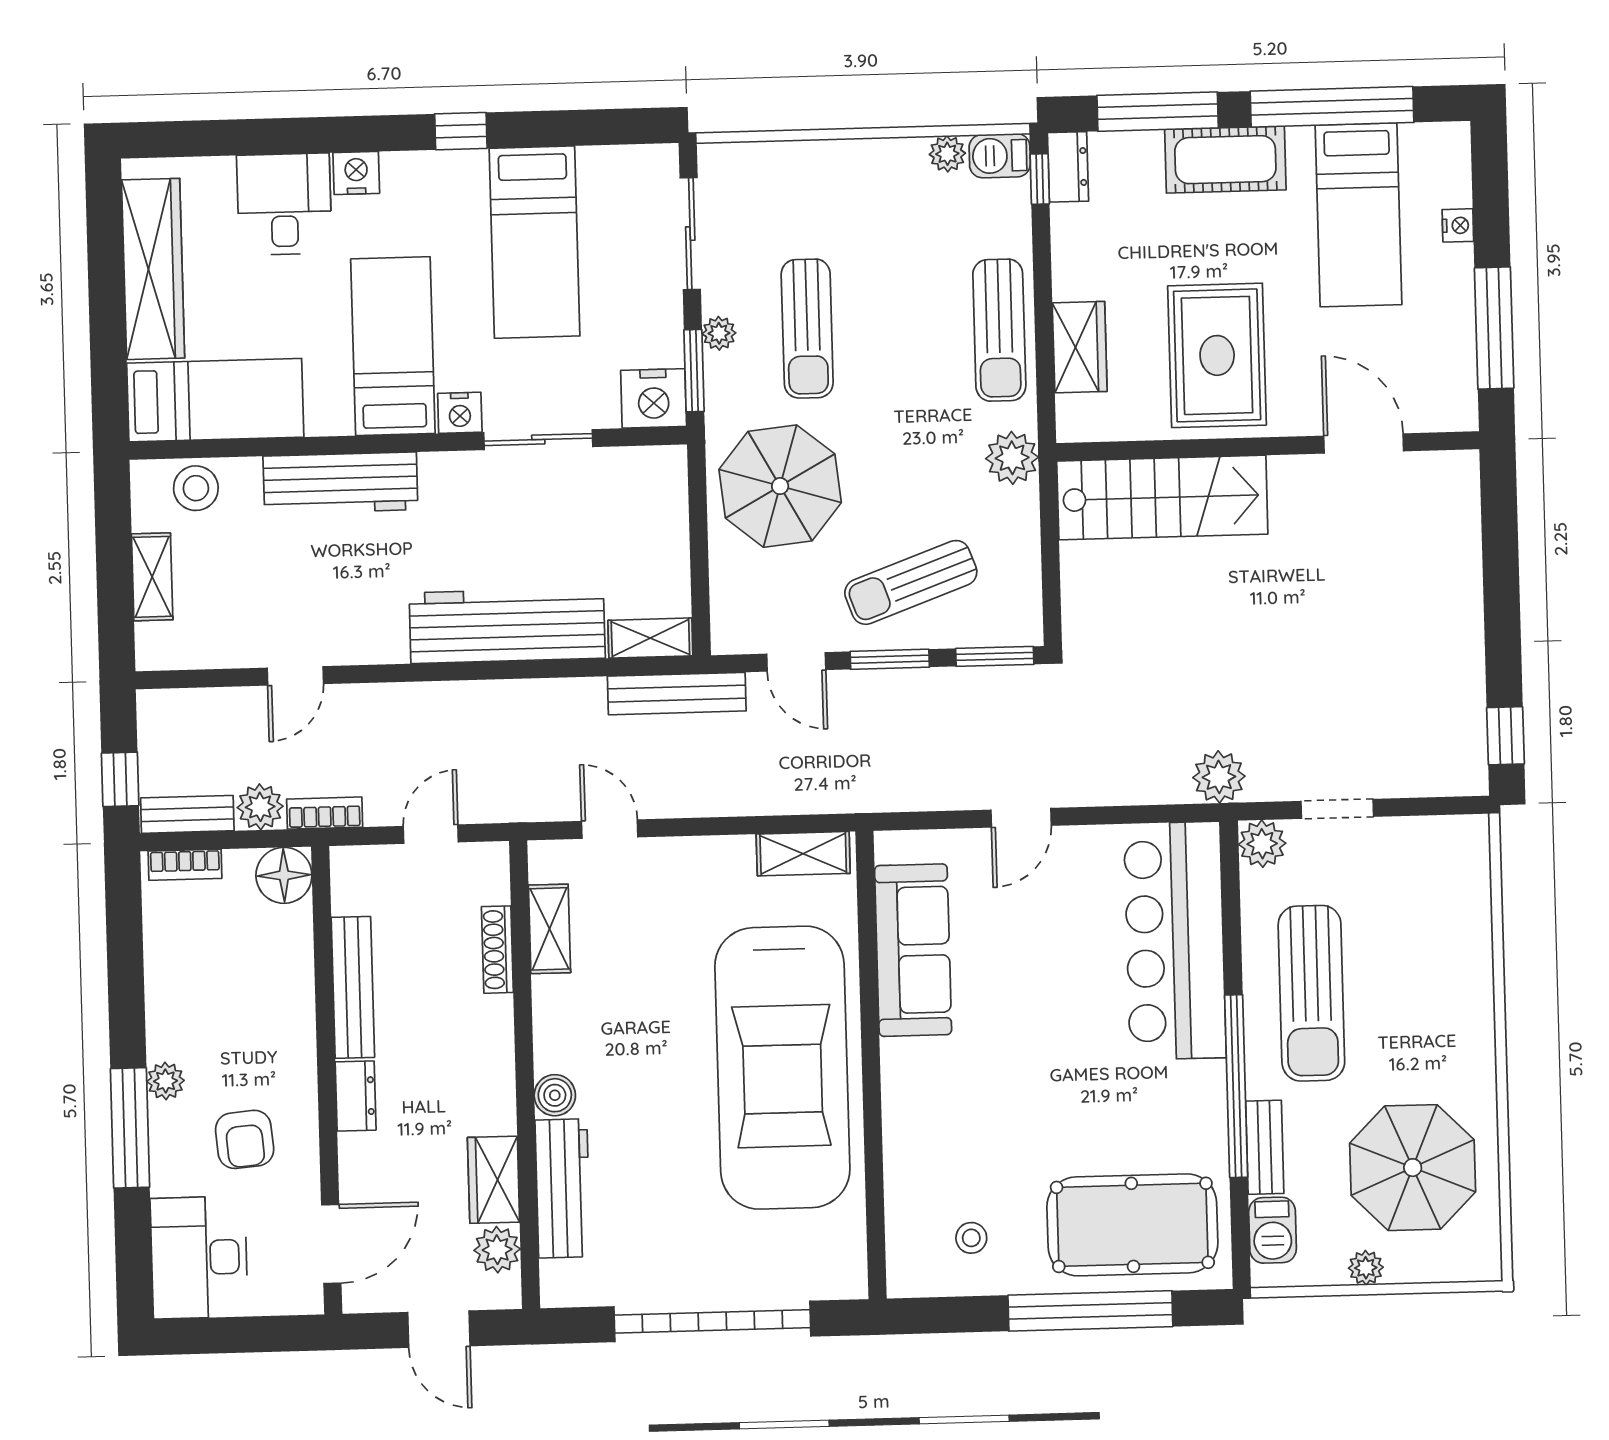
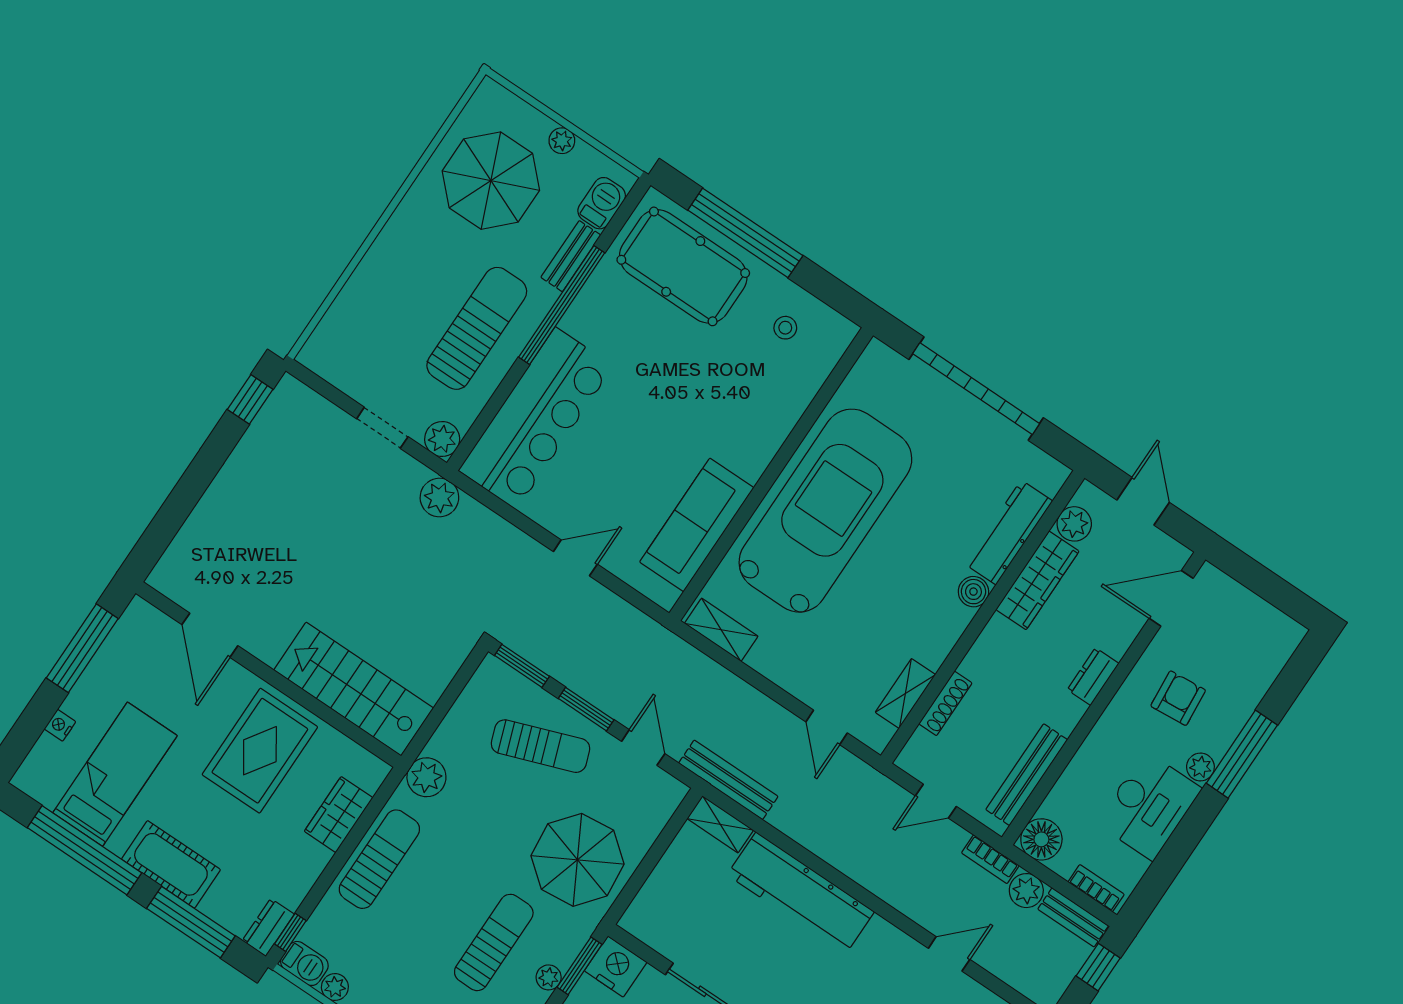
bench: (353, 987) -> (1027, 775), moved
wardrobe: (494, 1180) -> (1038, 580), width x1.50
desk: (199, 1257) -> (1149, 806), moved

